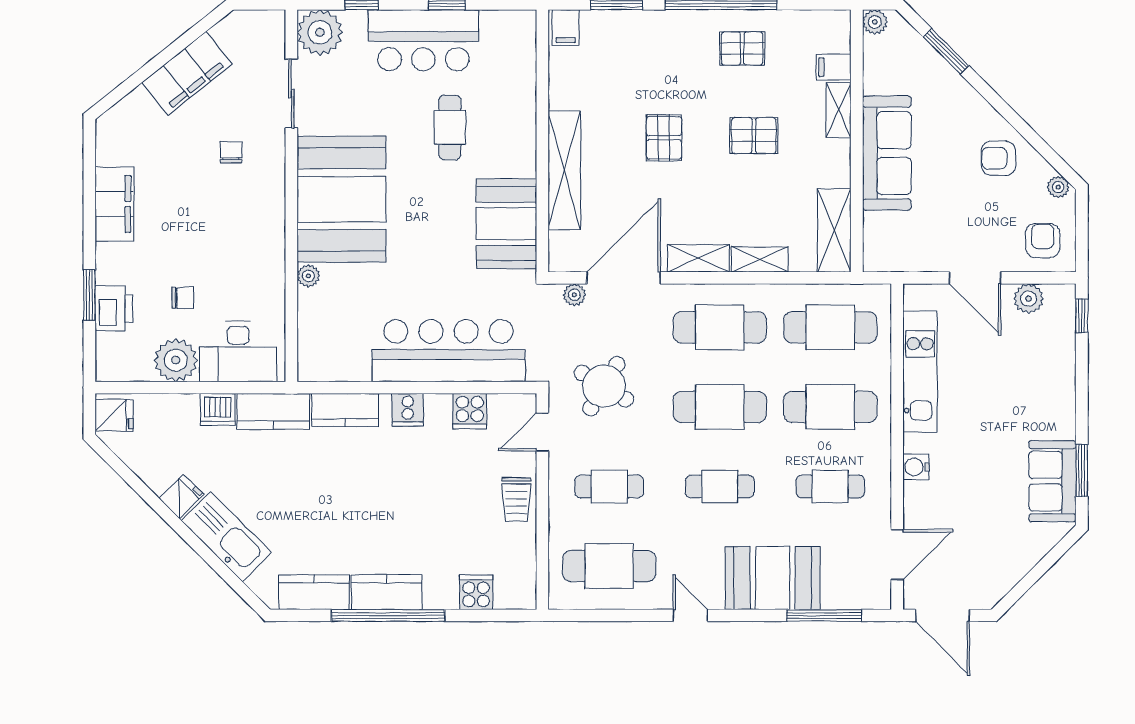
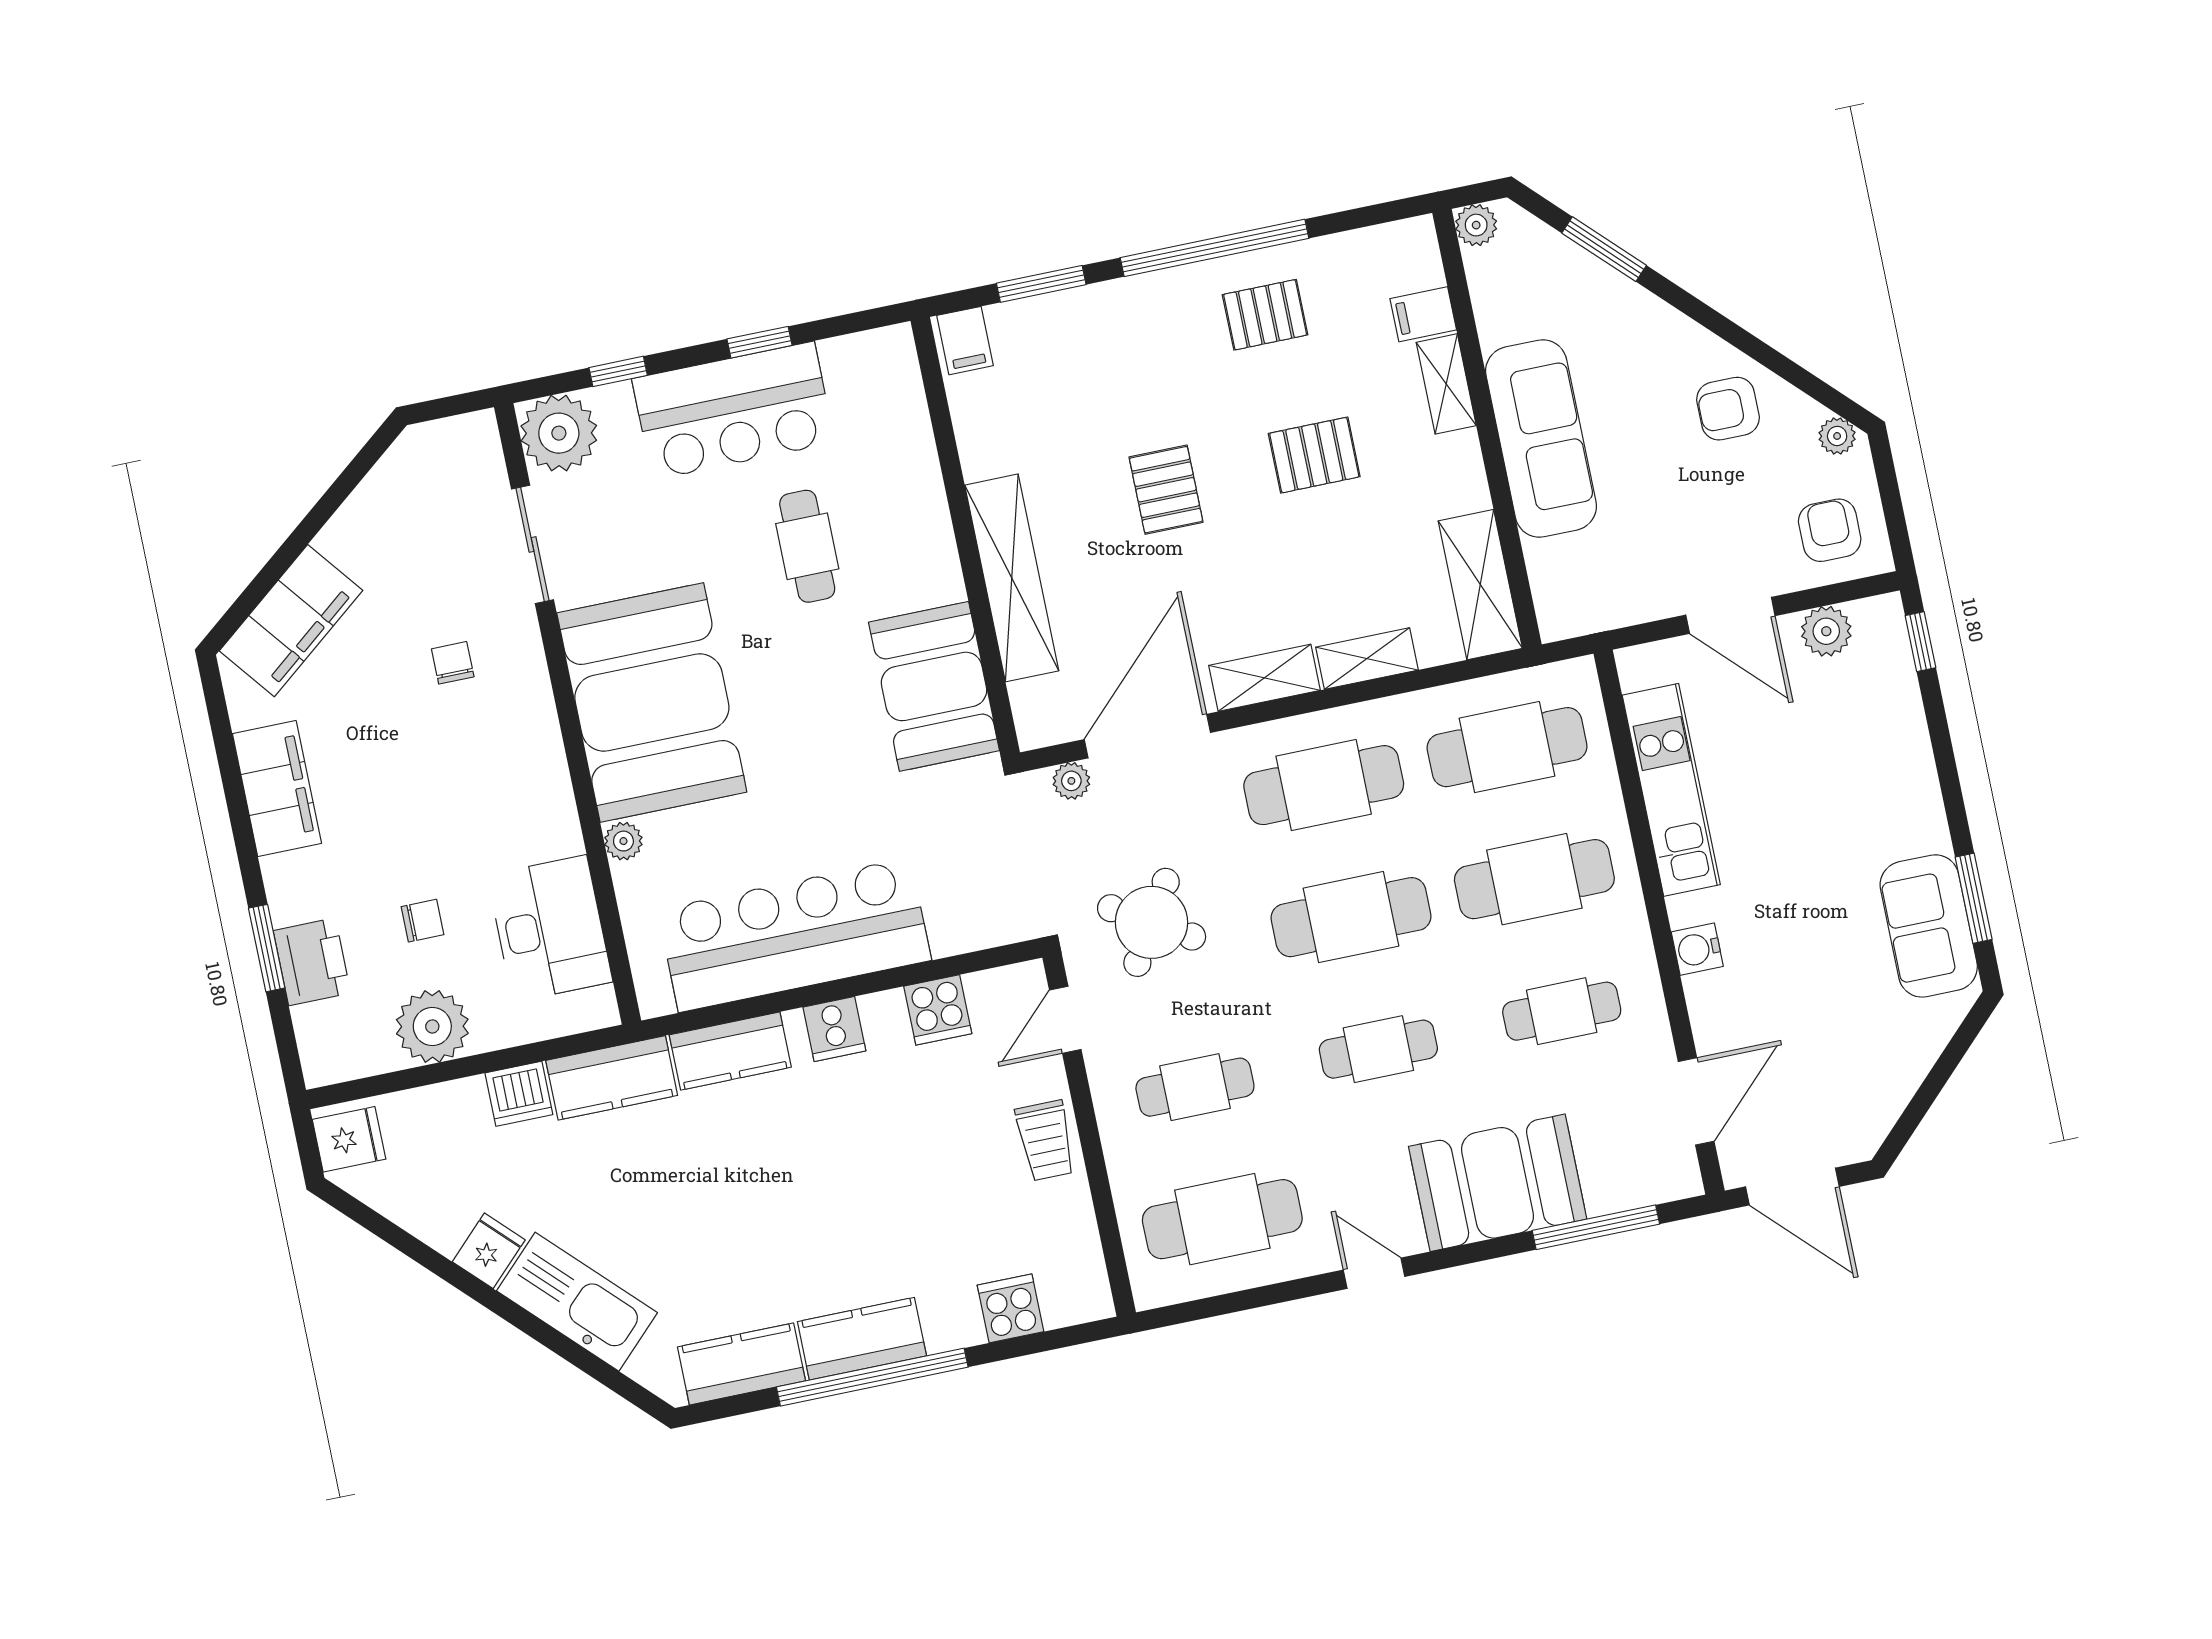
filing cabinet: (187, 73) -> (291, 621), moved
bar counter: (449, 351) -> (794, 935), moved
desk: (238, 352) -> (550, 928), moved, turned -90

